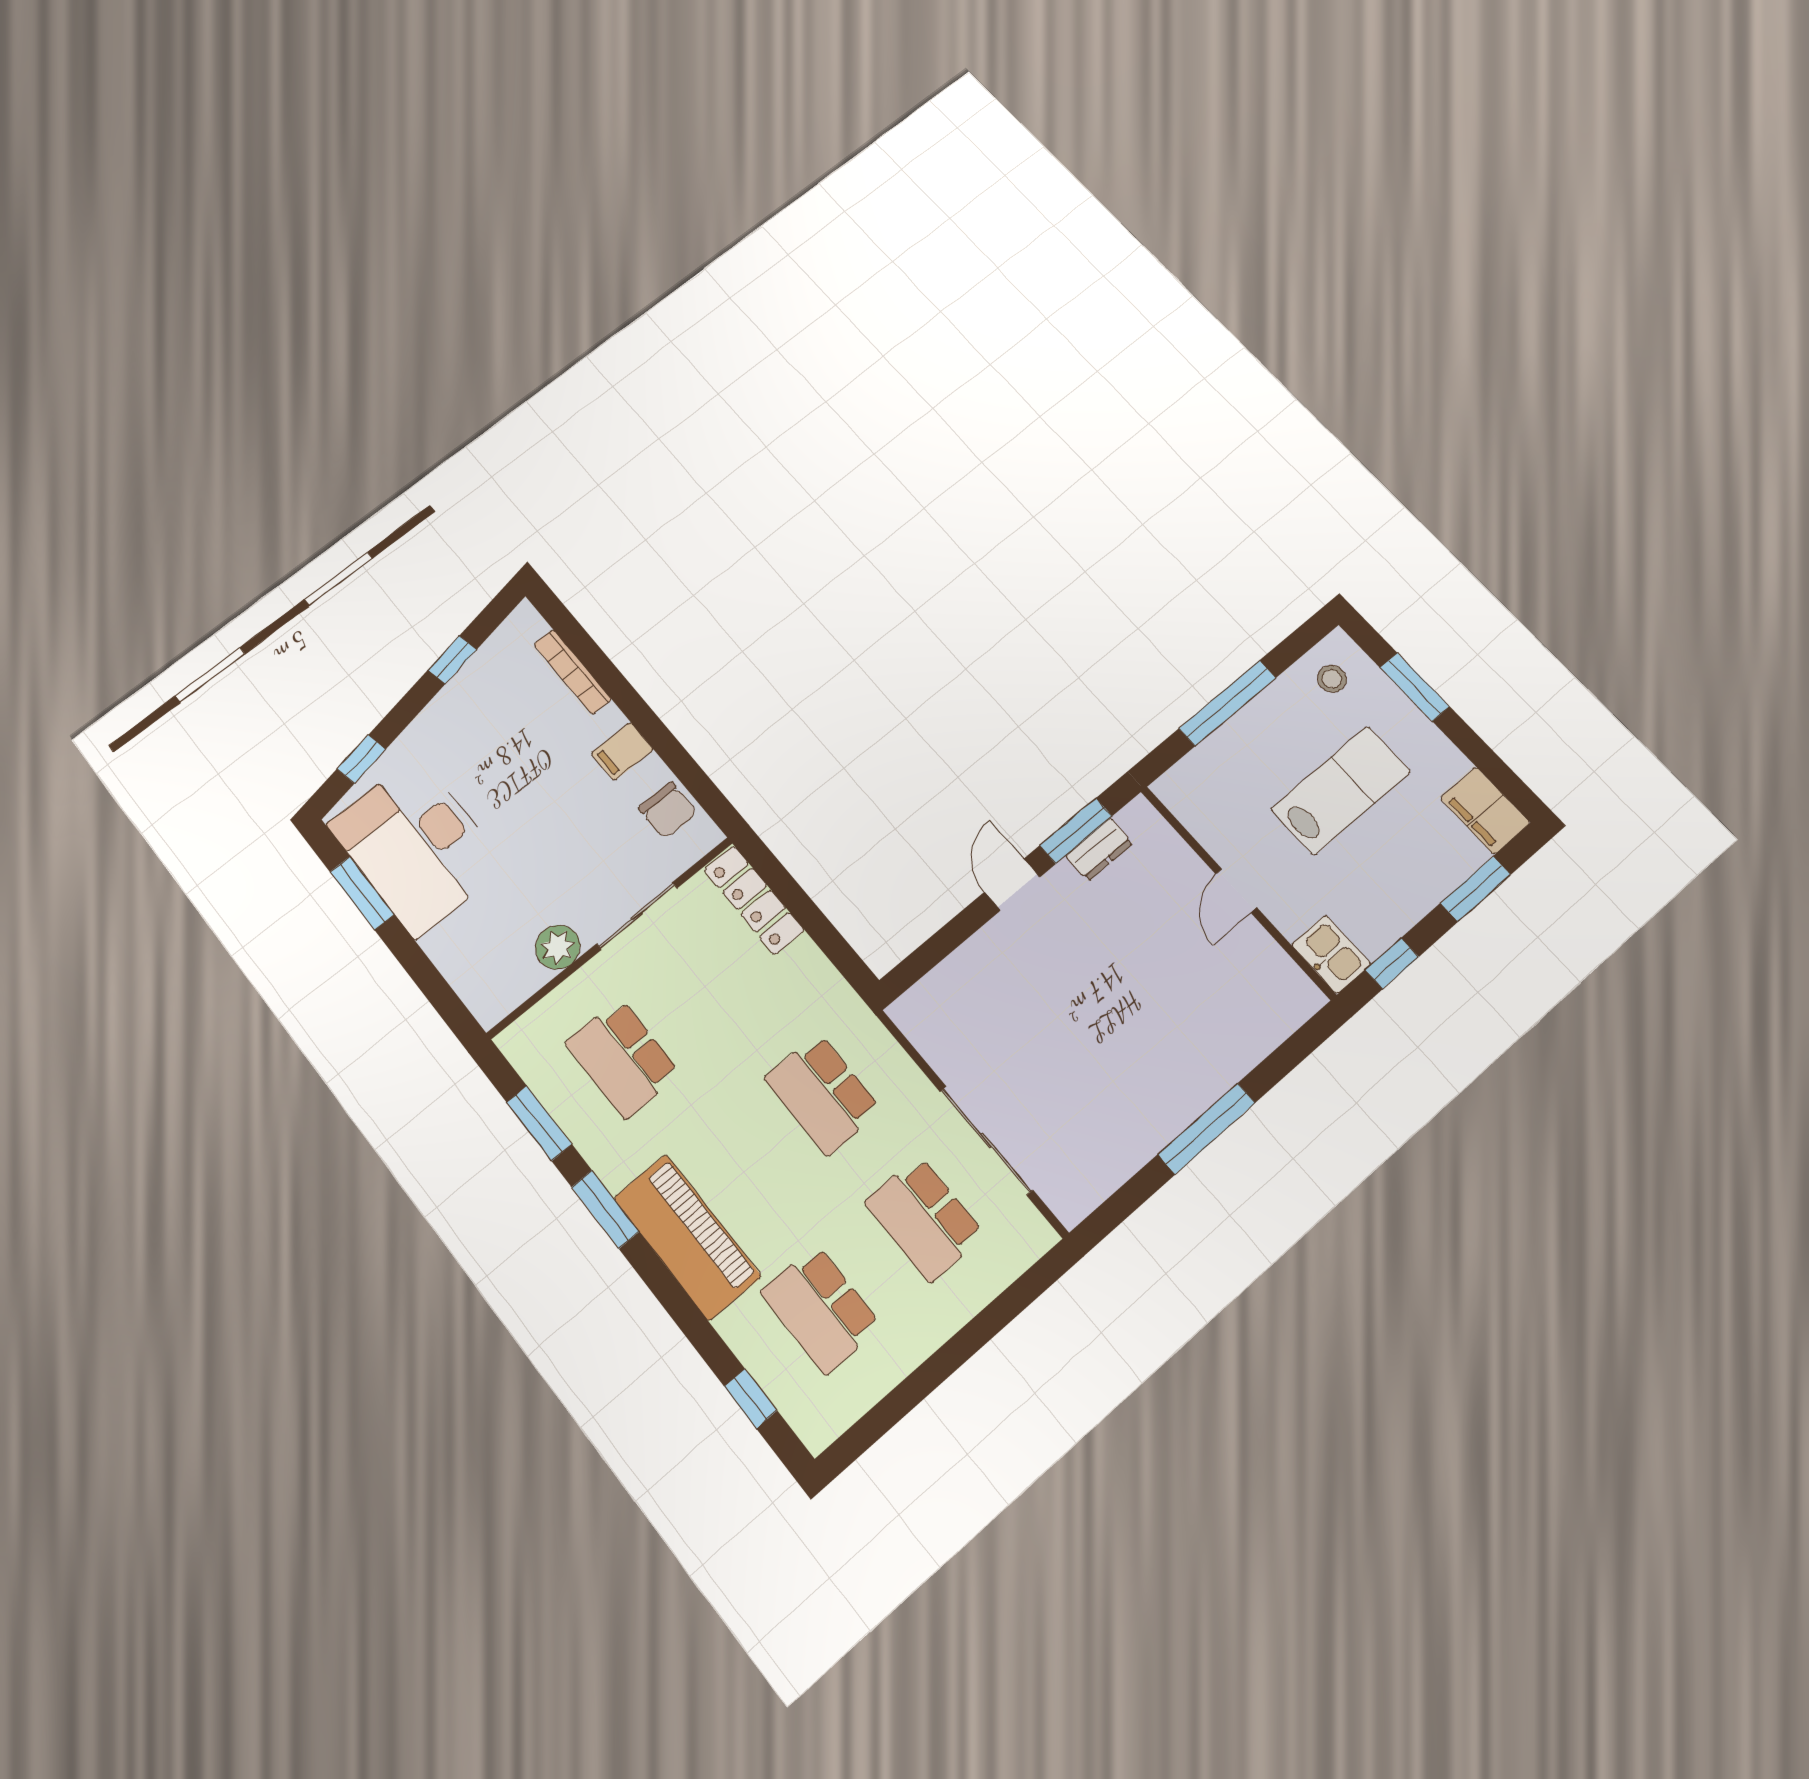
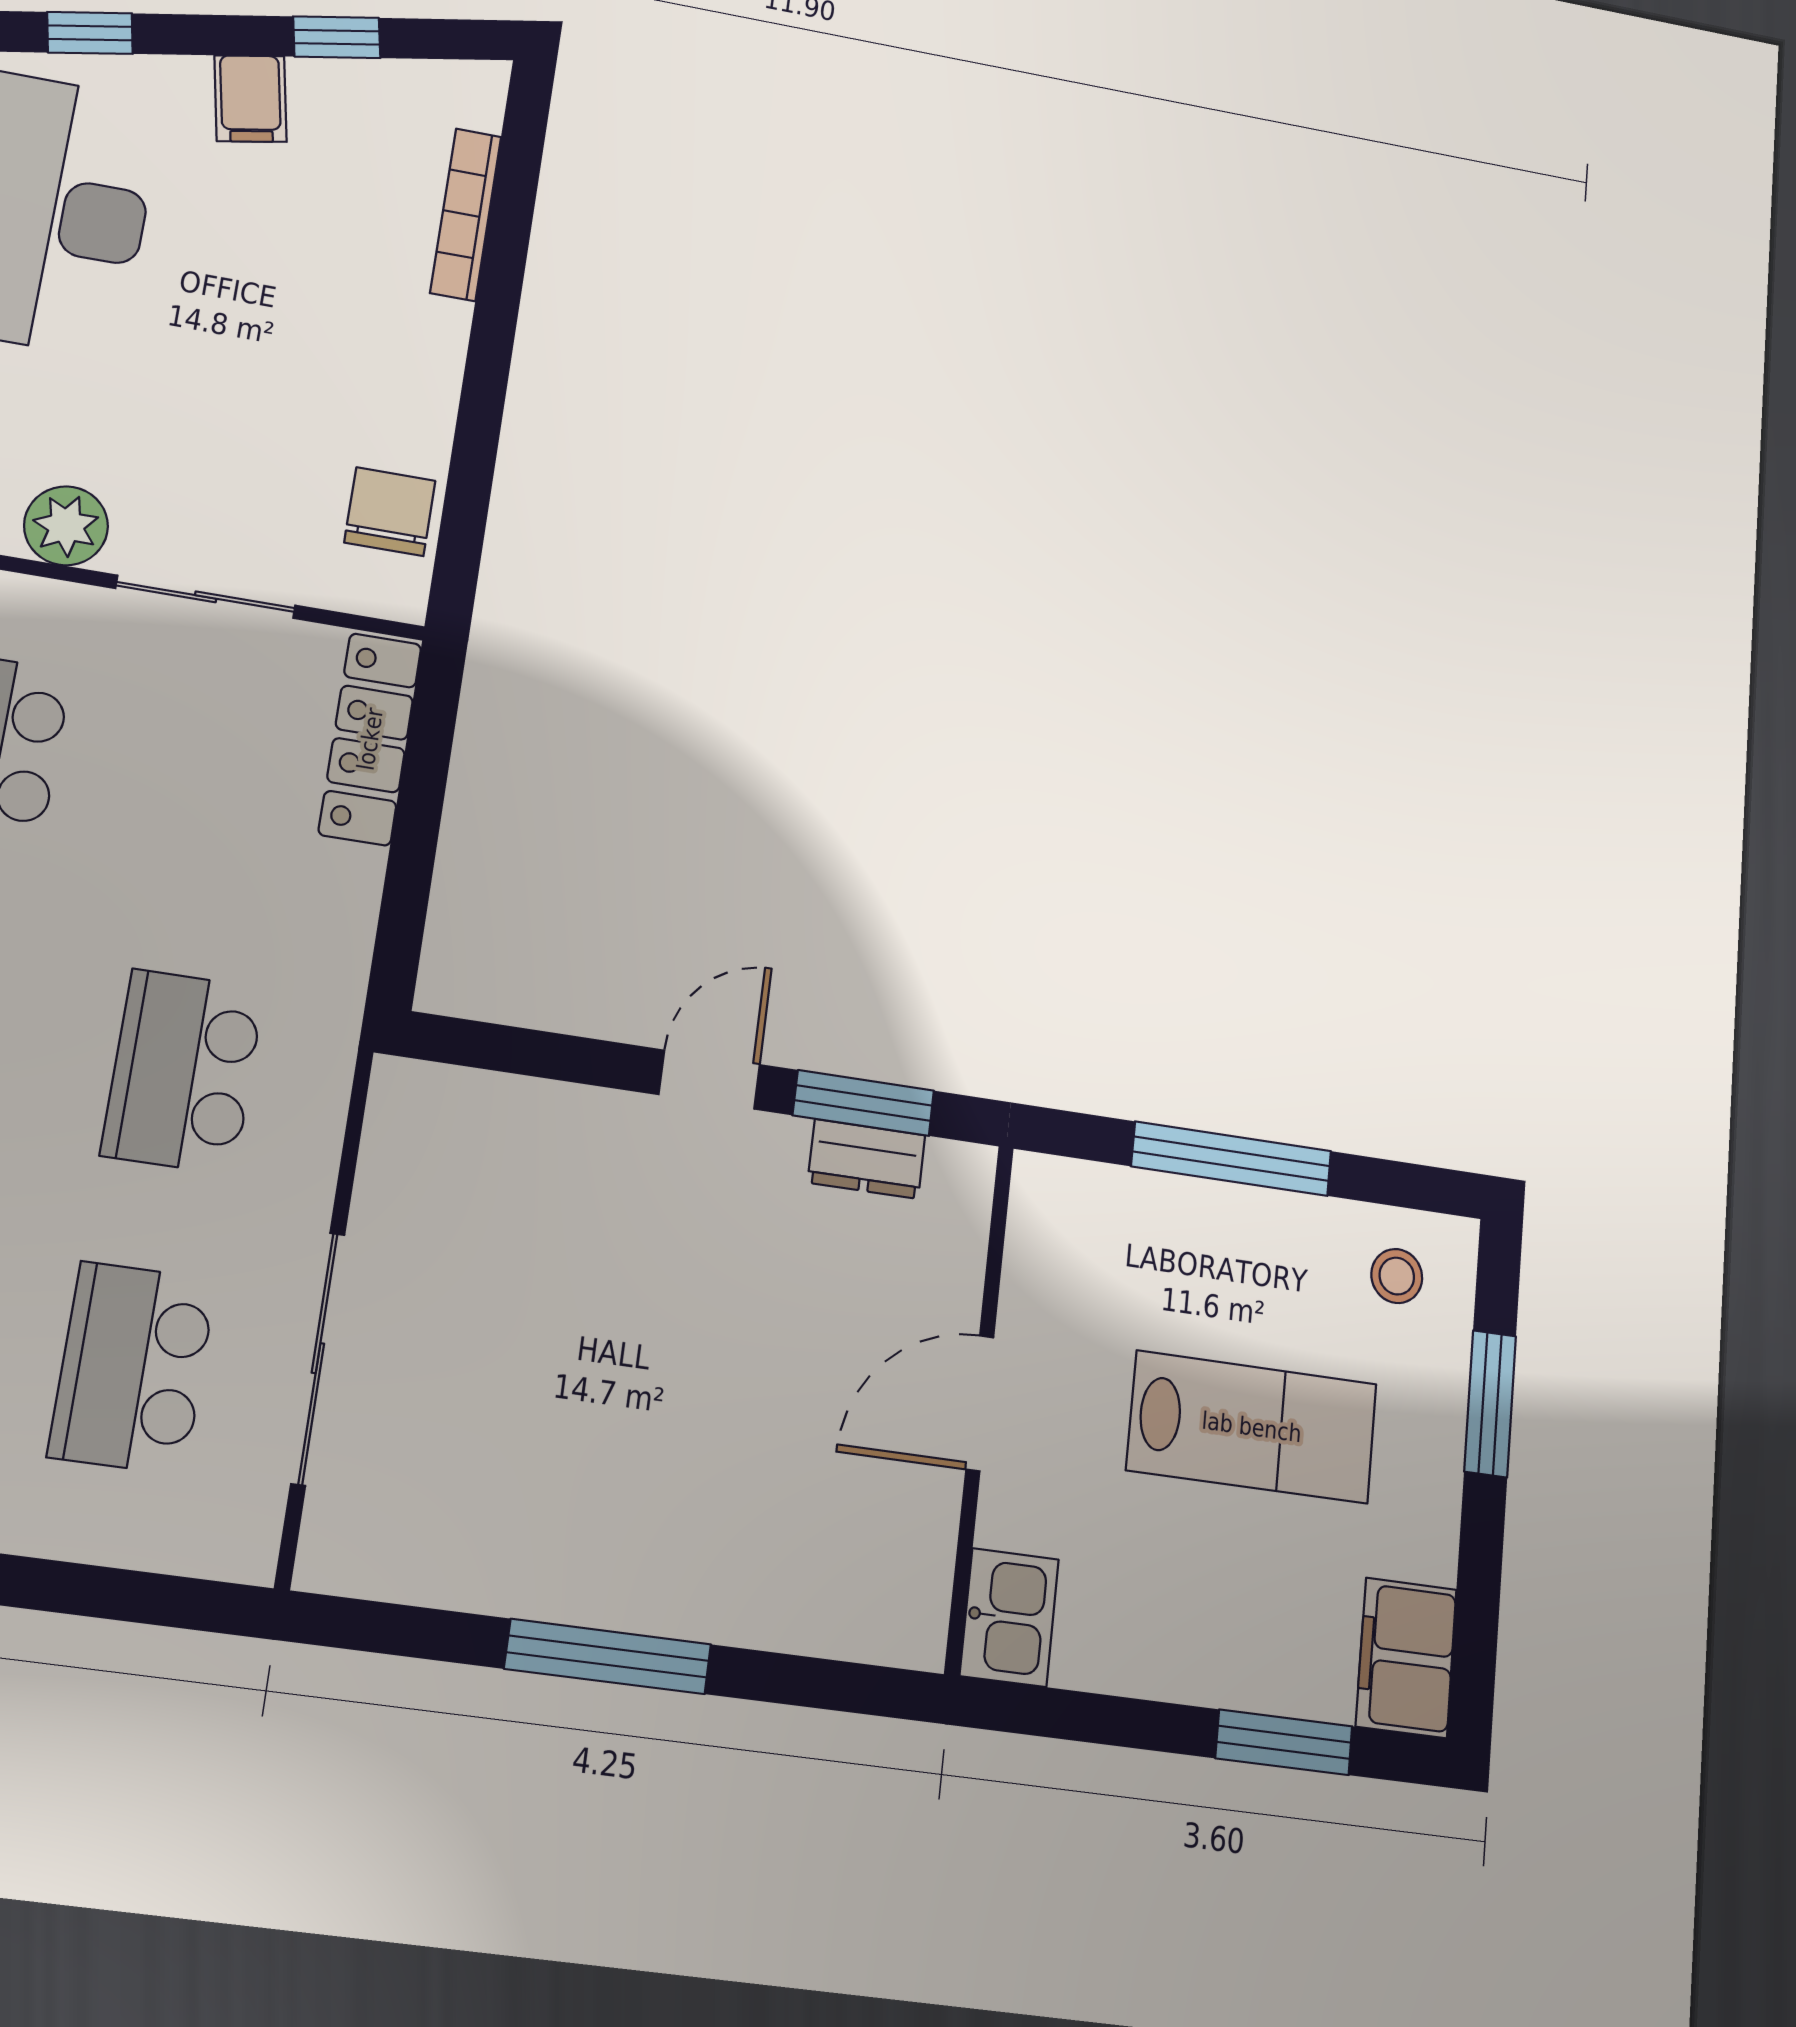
filing cabinet: (622, 751) -> (251, 99), moved, turned -101
chair: (668, 810) -> (390, 512), turned 180
door: (1236, 891) -> (980, 1403), width x1.38
window: (1392, 963) -> (1073, 1715), removed

